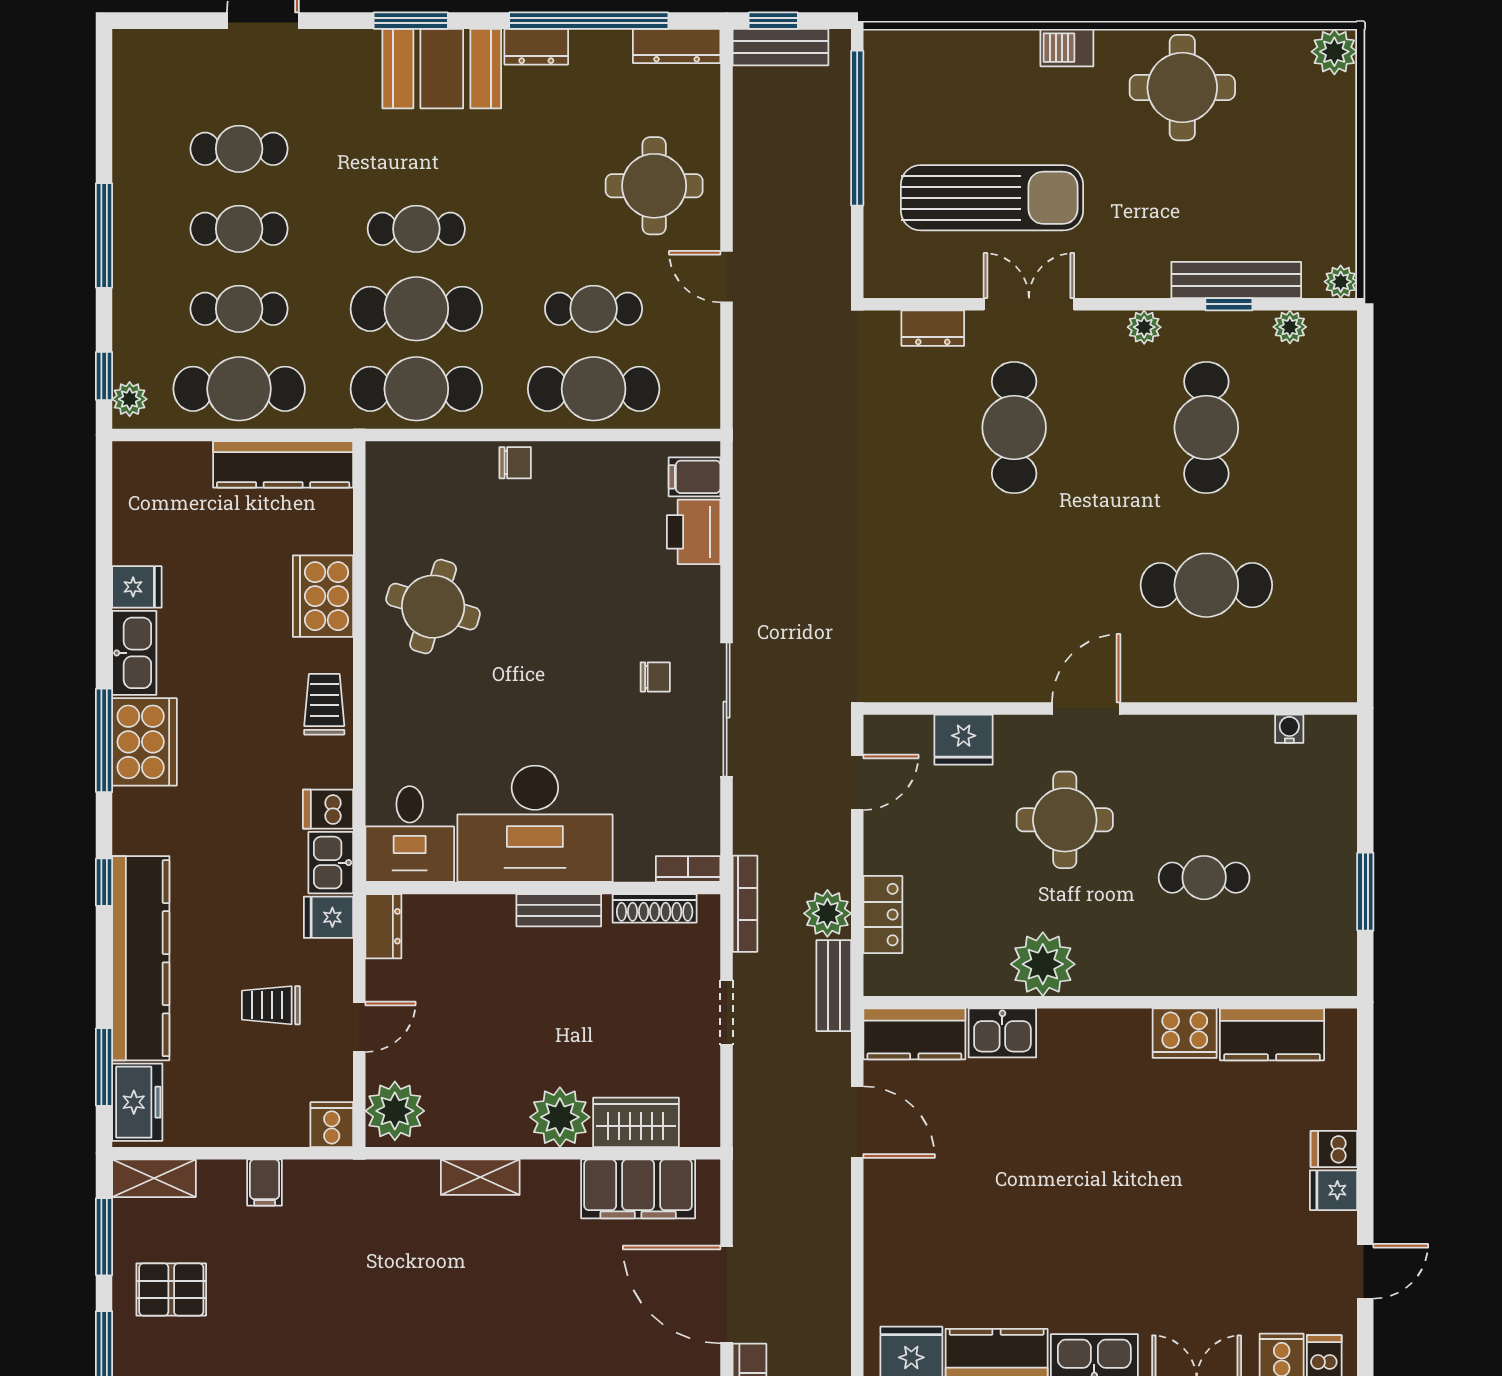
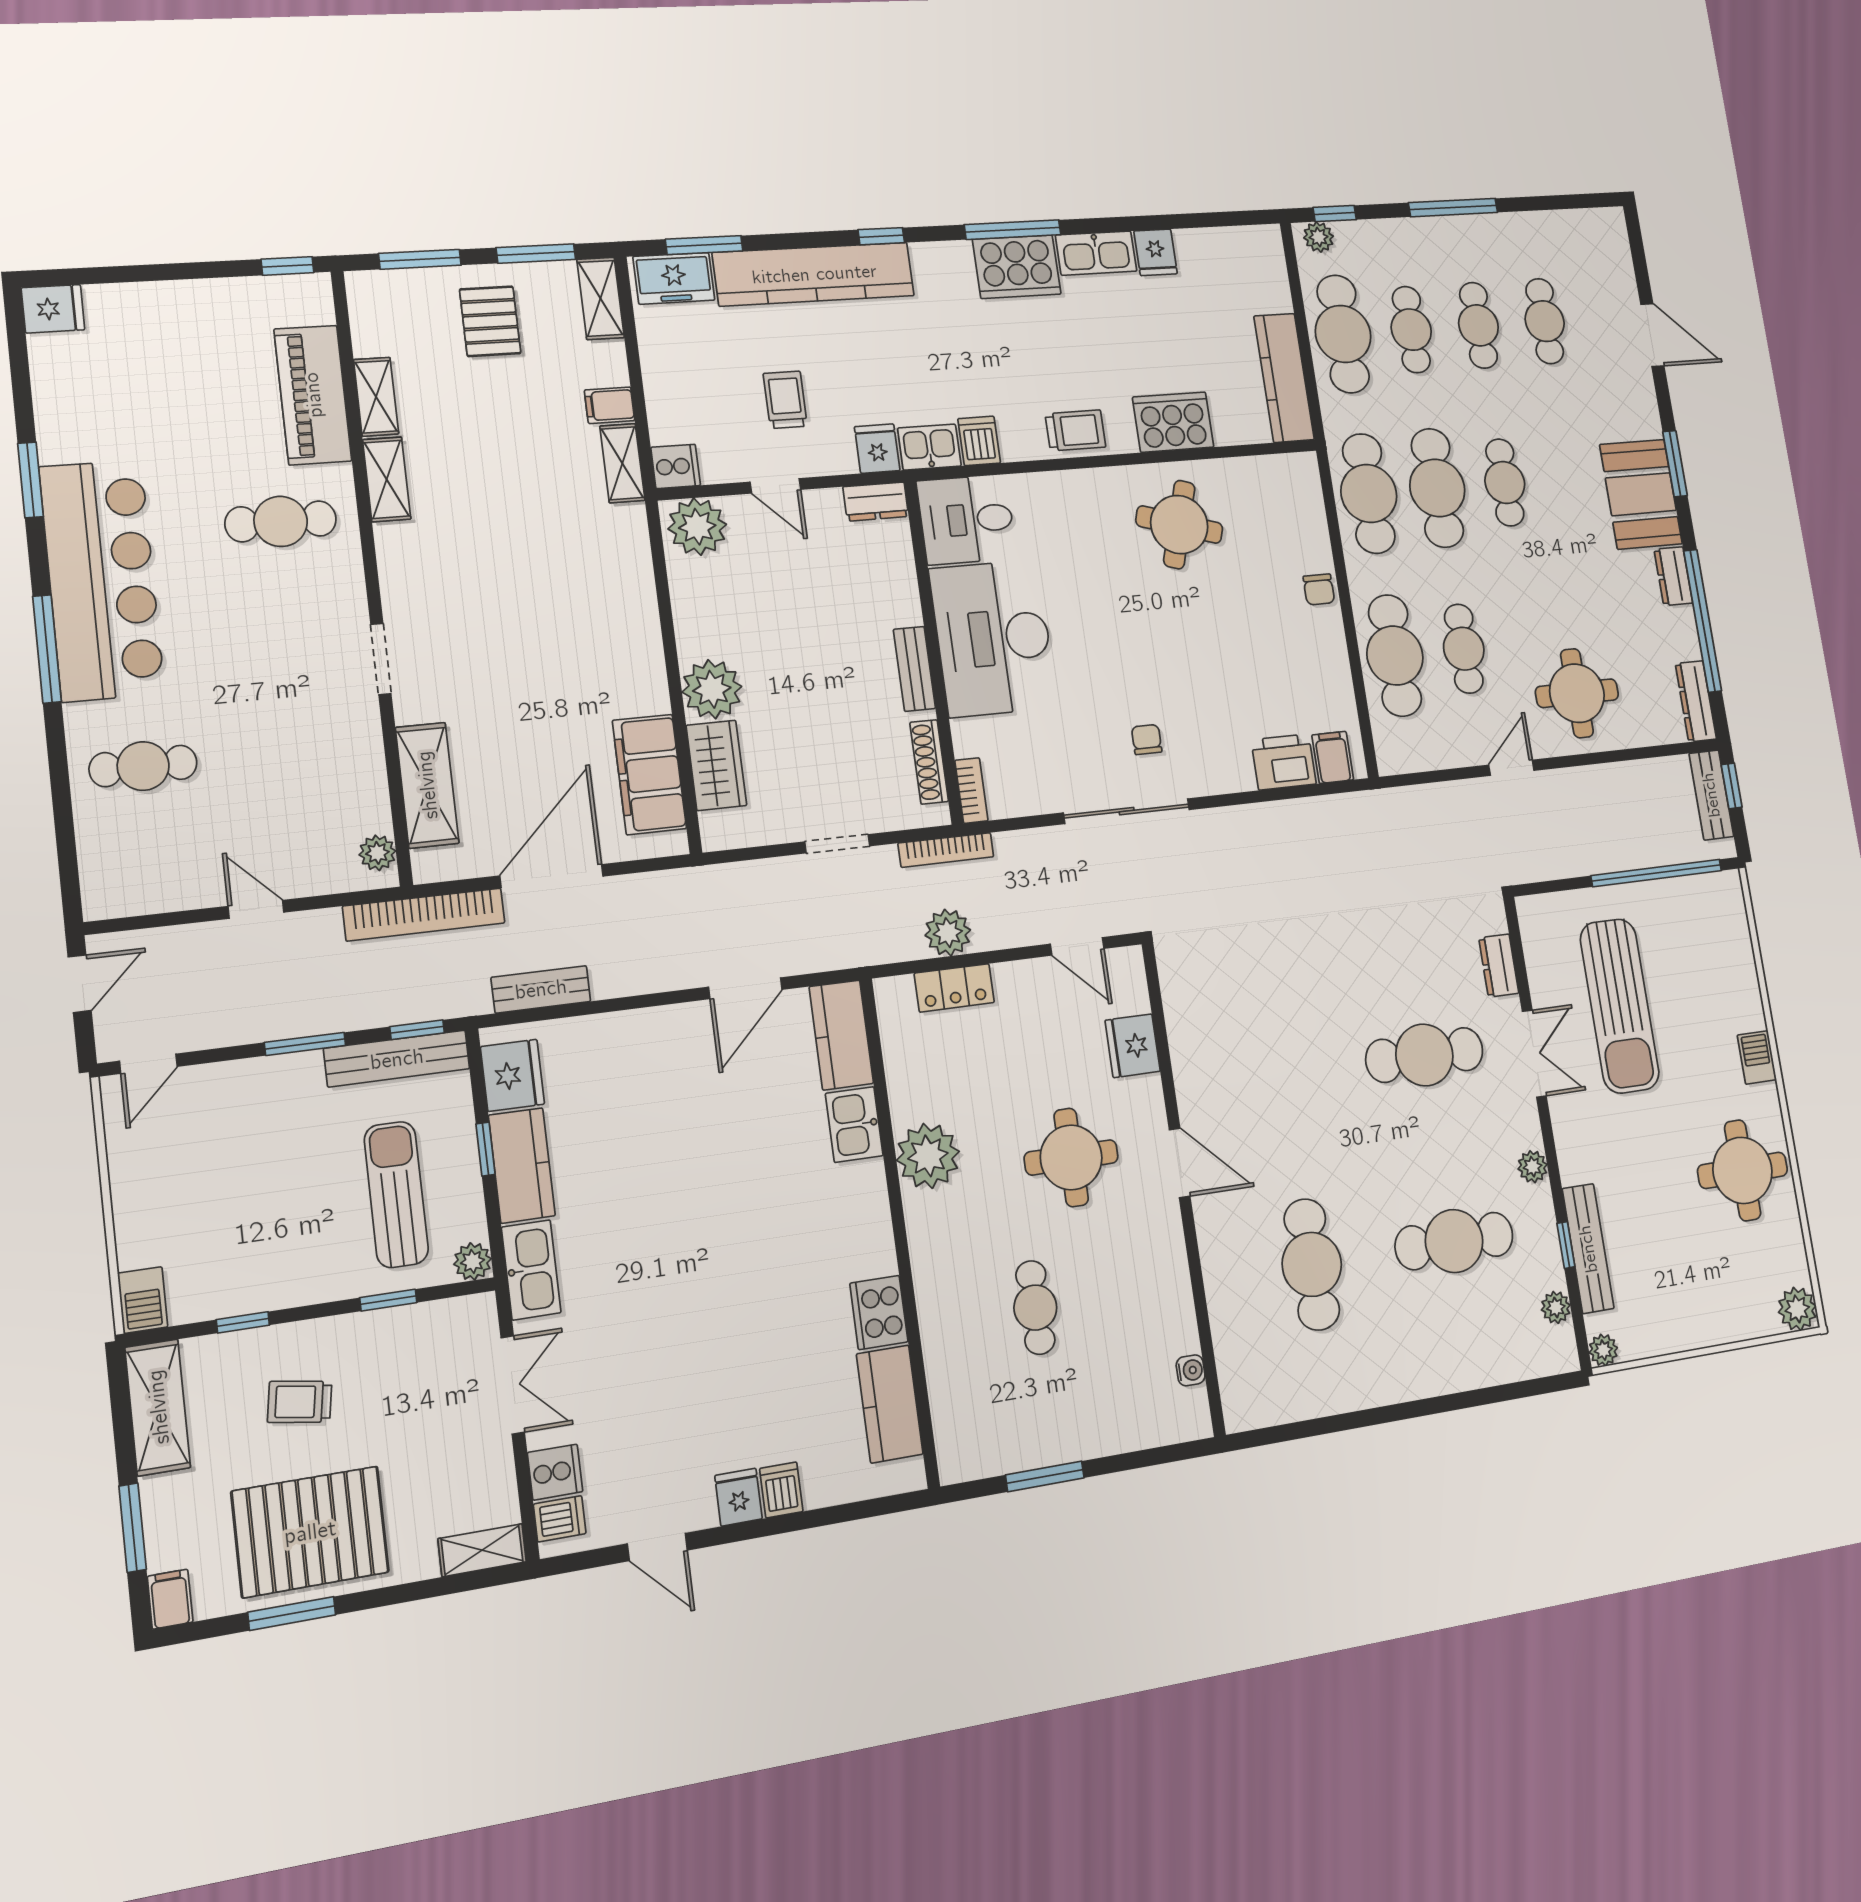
chair: (655, 677) -> (1147, 739), turned 180
bench: (834, 986) -> (541, 989), moved
shelving: (480, 1177) -> (622, 463), moved

